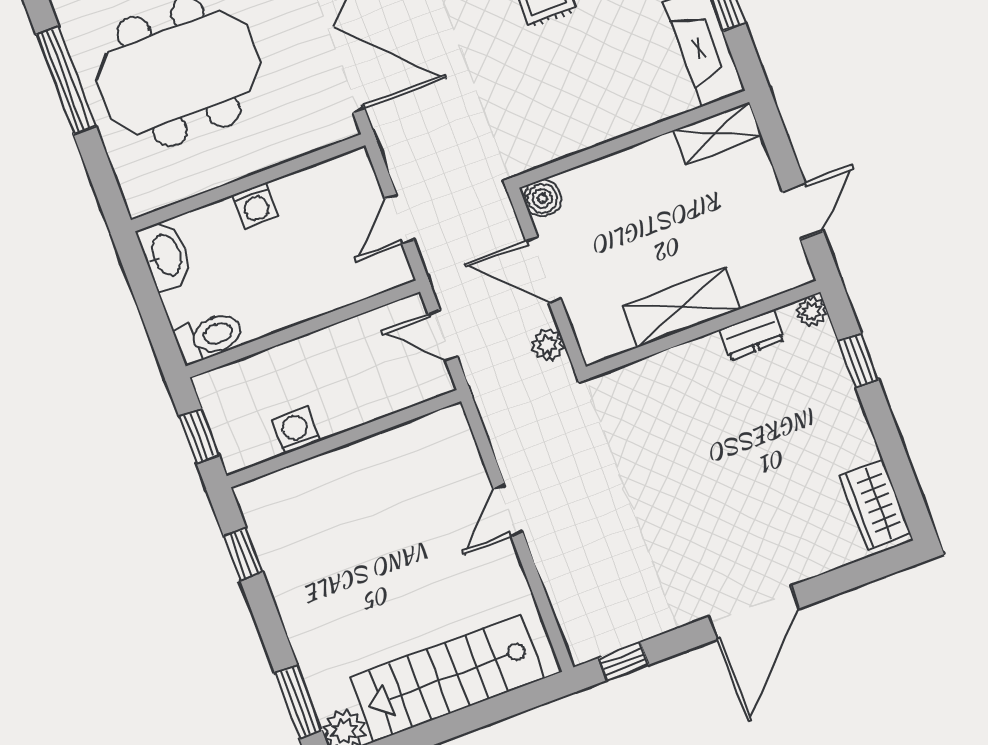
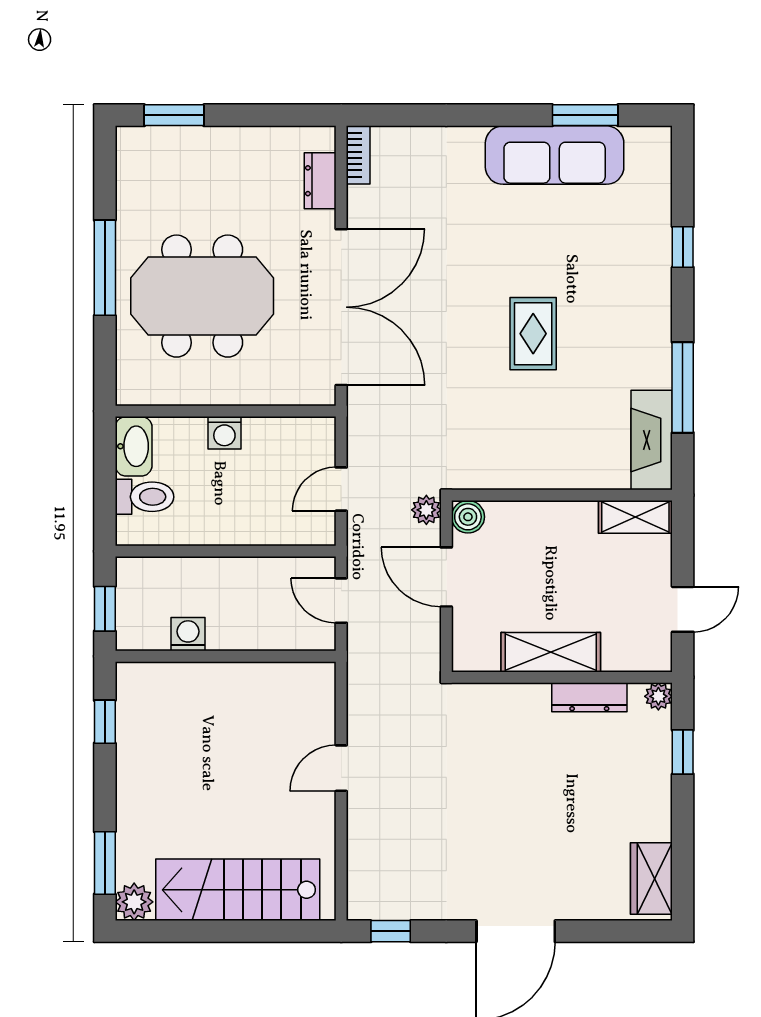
dresser: (751, 335) -> (589, 697), width x1.44
toilet: (209, 337) -> (145, 497), moved
plant: (548, 345) -> (426, 510), moved

